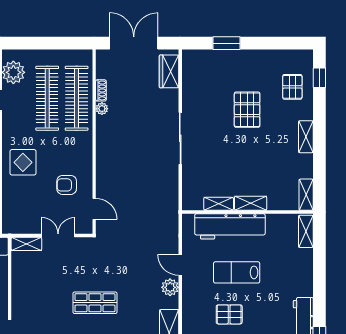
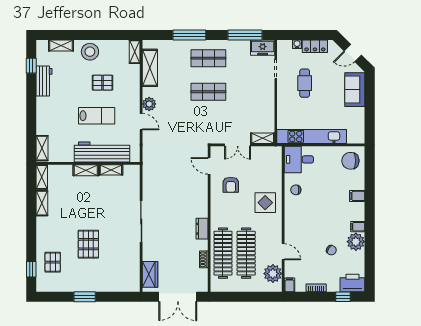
window: (226, 43) -> (85, 297), moved
plant: (102, 109) -> (203, 245), removed
dresser: (103, 129) -> (202, 229), added
shelving: (306, 137) -> (42, 203), moved
armchair: (67, 185) -> (231, 185), turned 90

